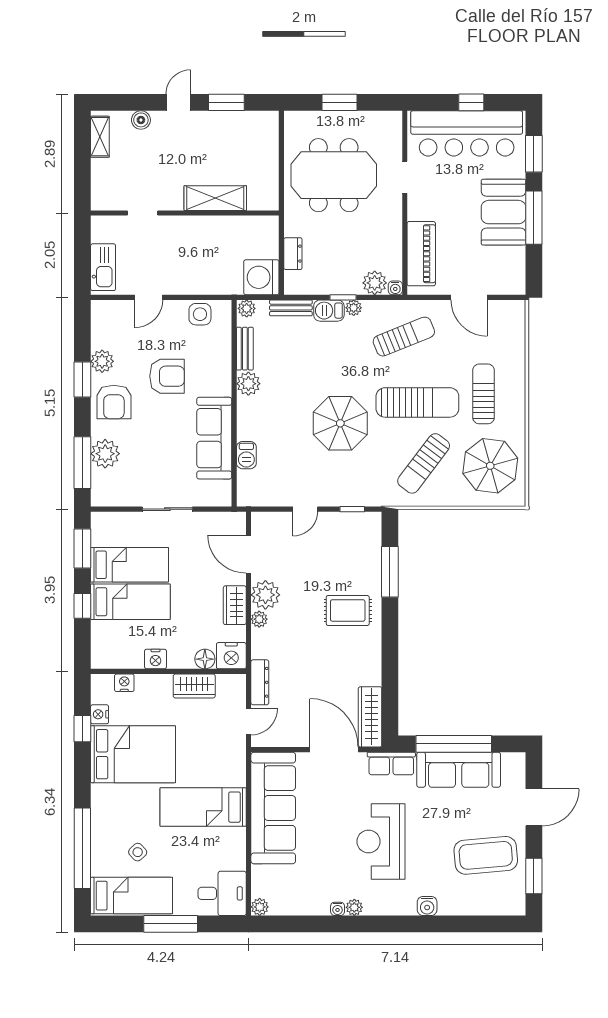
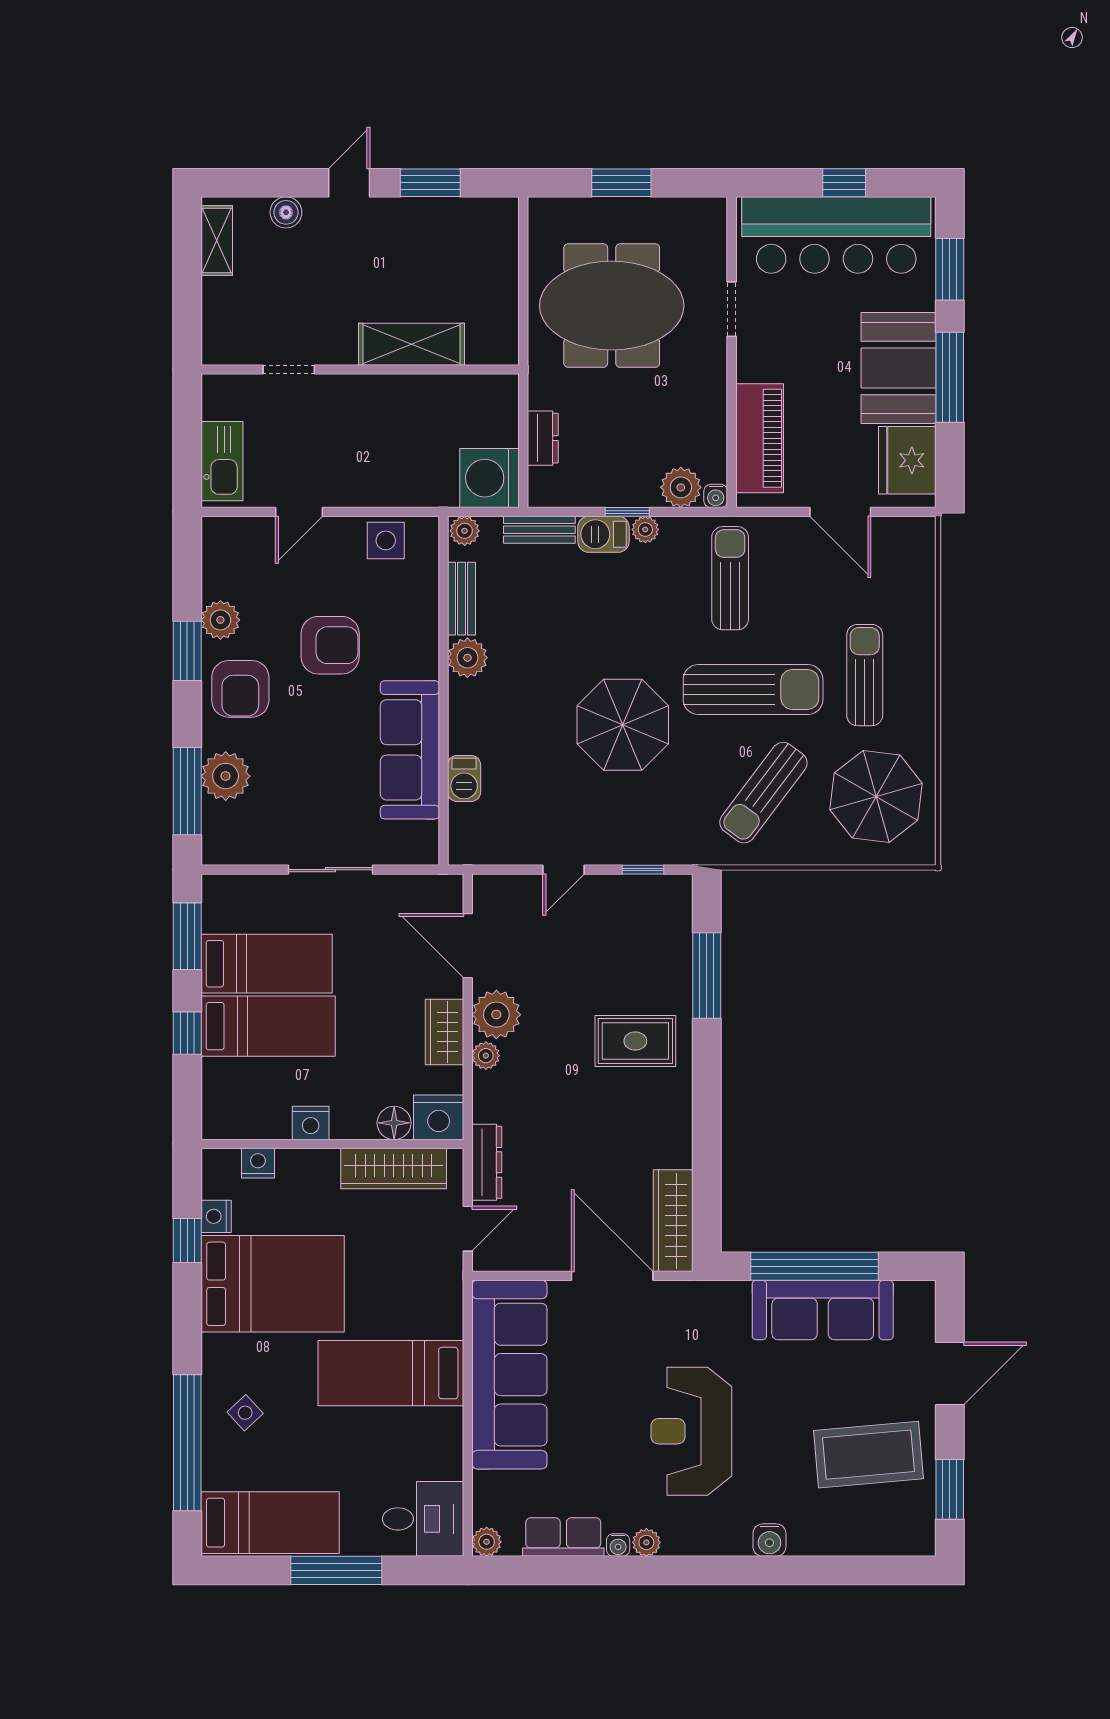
fridge: (509, 267) -> (907, 460), added
sun lounger: (404, 337) -> (730, 578), turned -68
wardrobe: (194, 686) -> (394, 1169), width x1.50
row of seats: (391, 764) -> (563, 1537), moved, turned 180
side table: (138, 852) -> (245, 1413), moved

